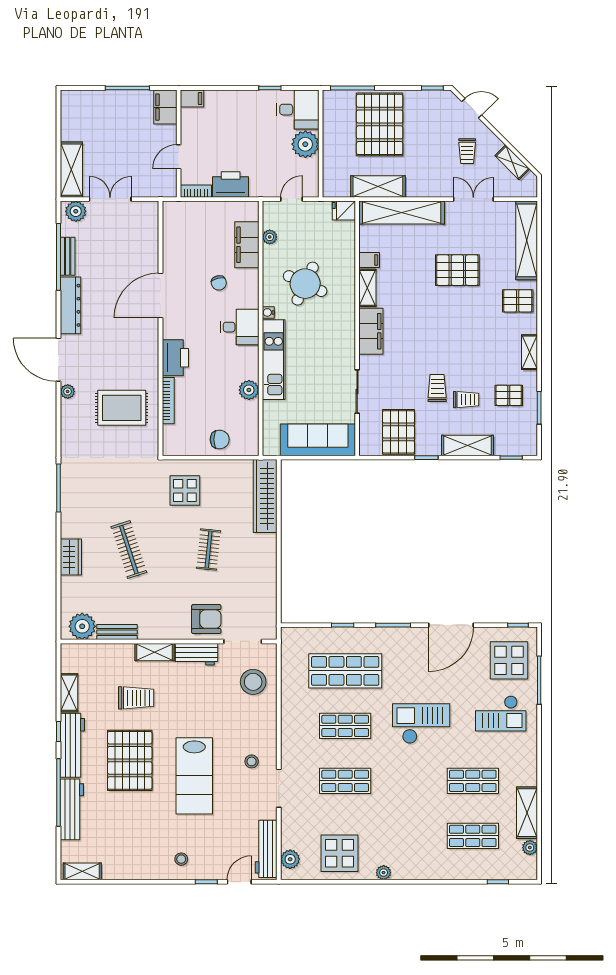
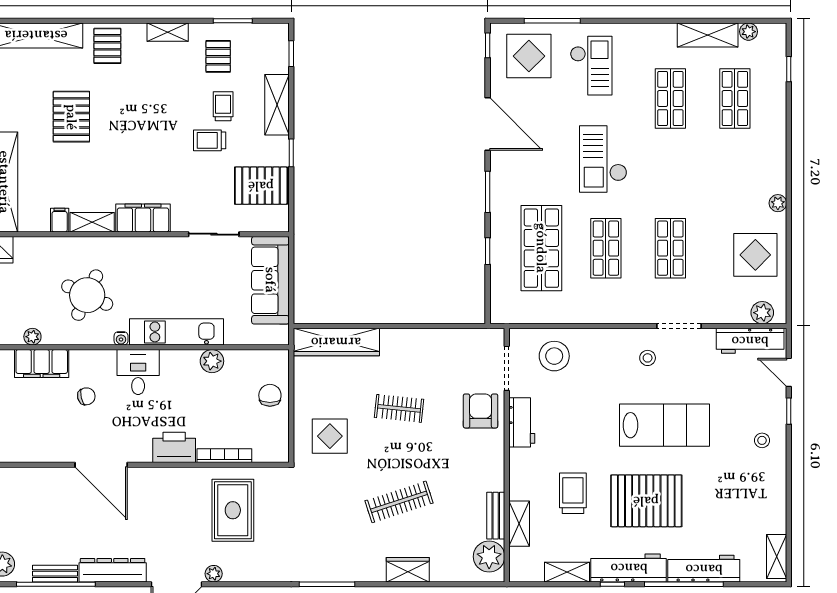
shelving: (155, 652) -> (519, 524), moved

